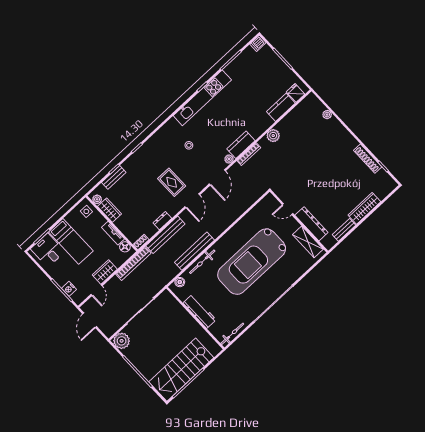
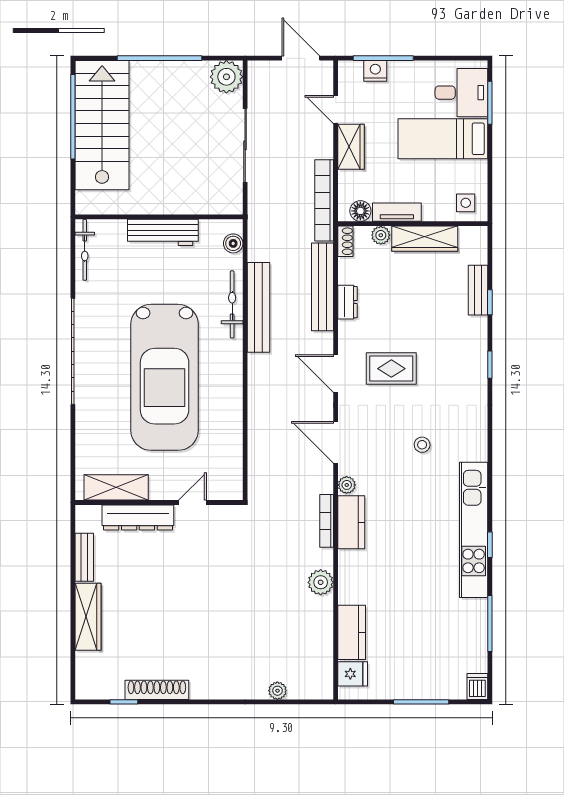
plant: (97, 199) -> (381, 235), moved
wardrobe: (109, 210) -> (425, 239), width x1.50
car: (252, 262) -> (165, 377), turned 180

